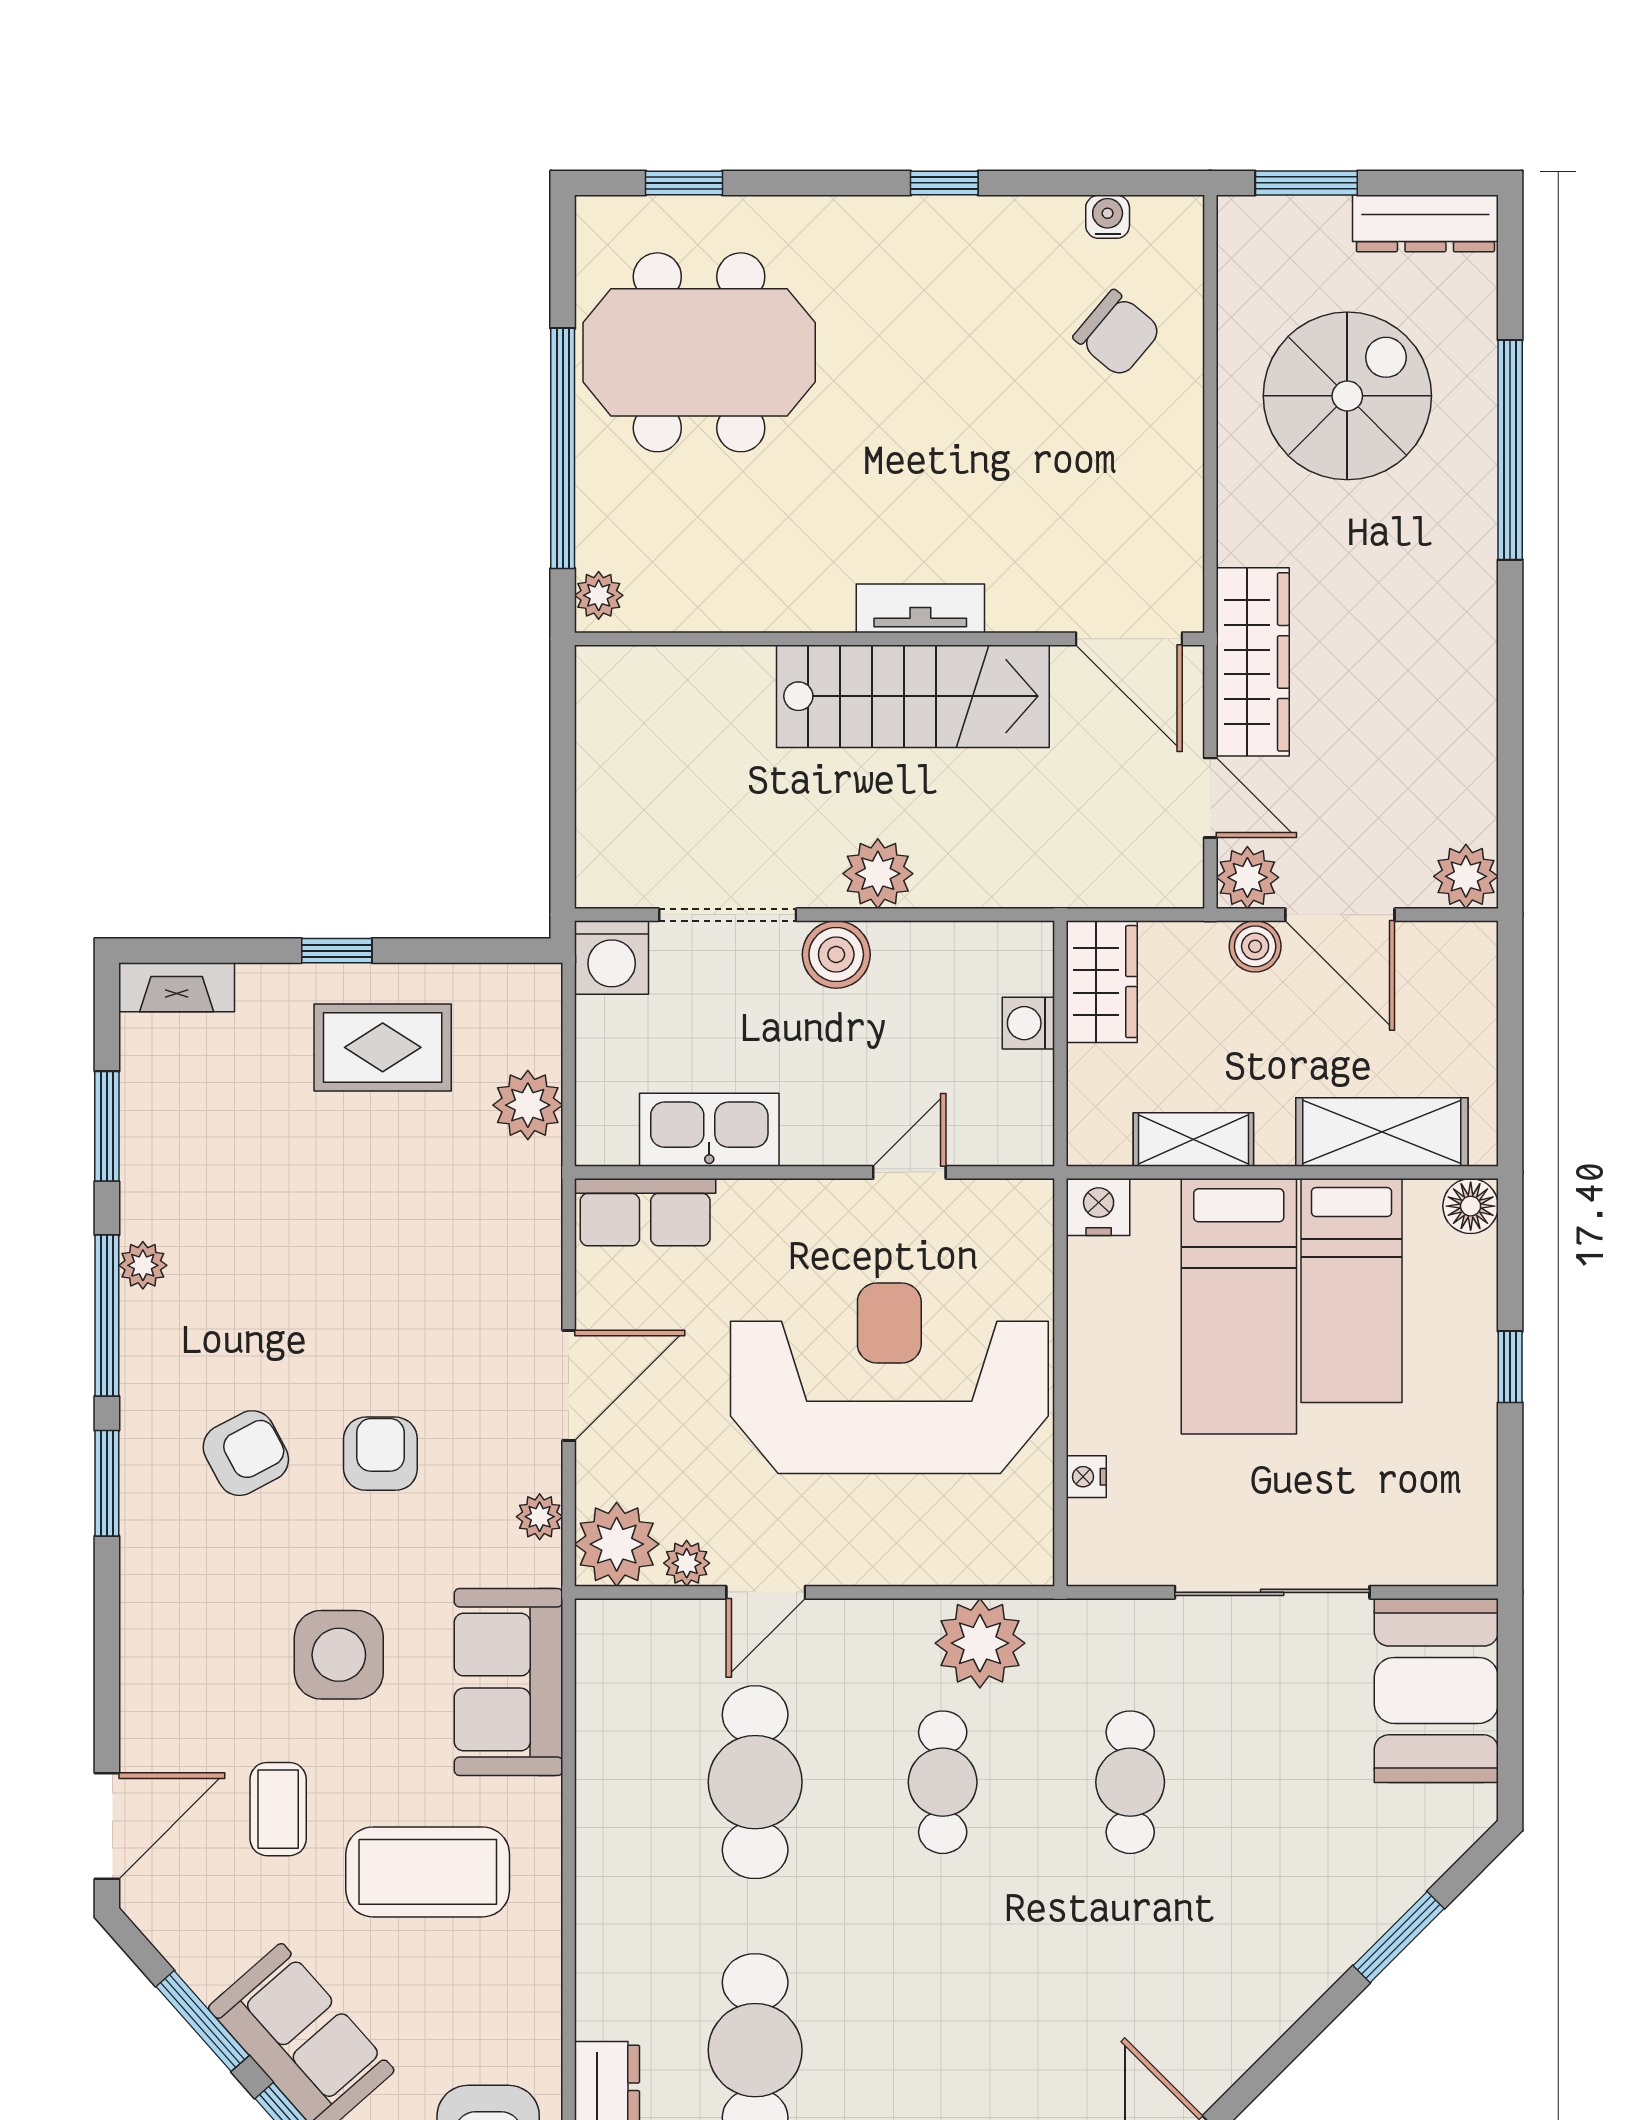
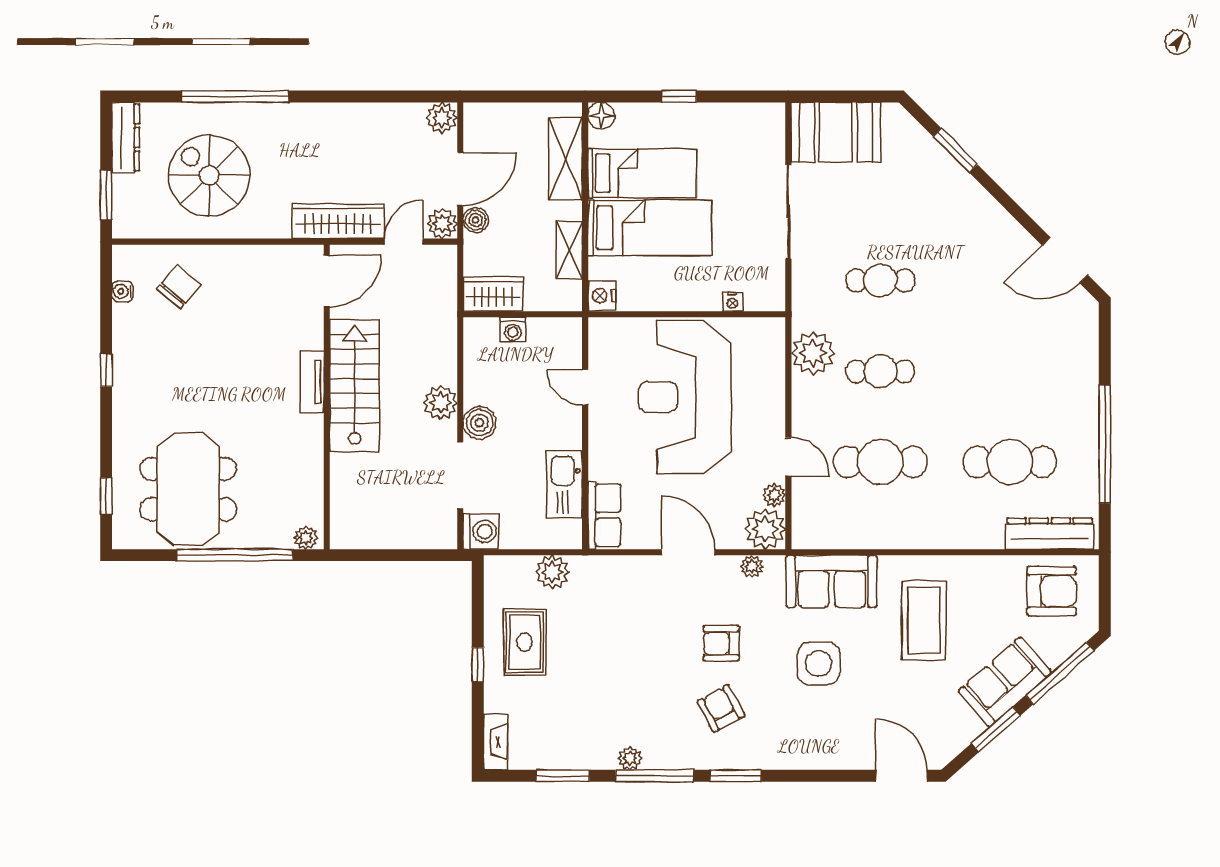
coffee table: (278, 1809) -> (893, 693), removed

